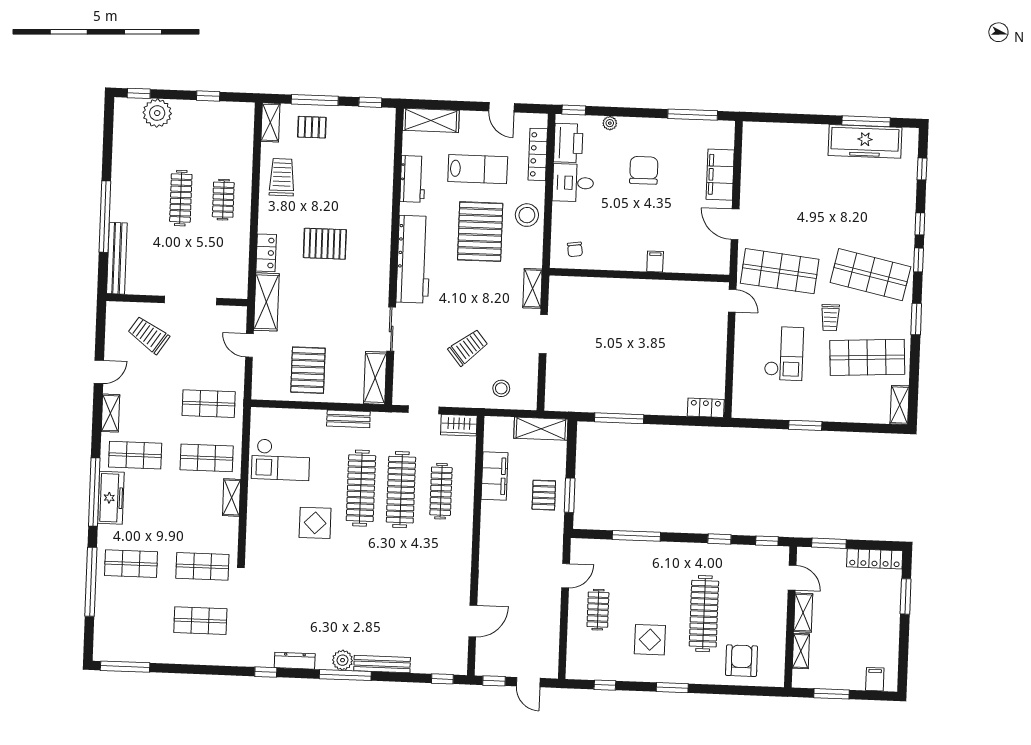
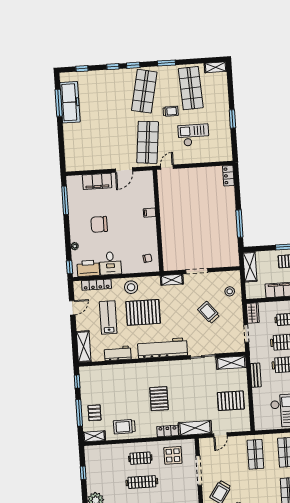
display table: (222, 258) -> (173, 455), added

